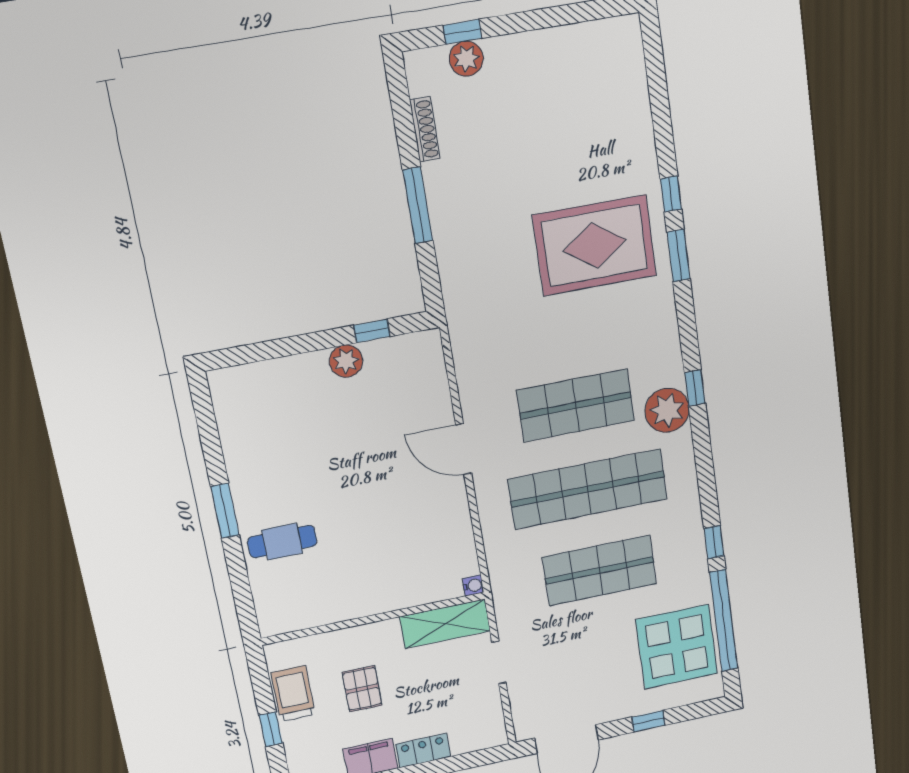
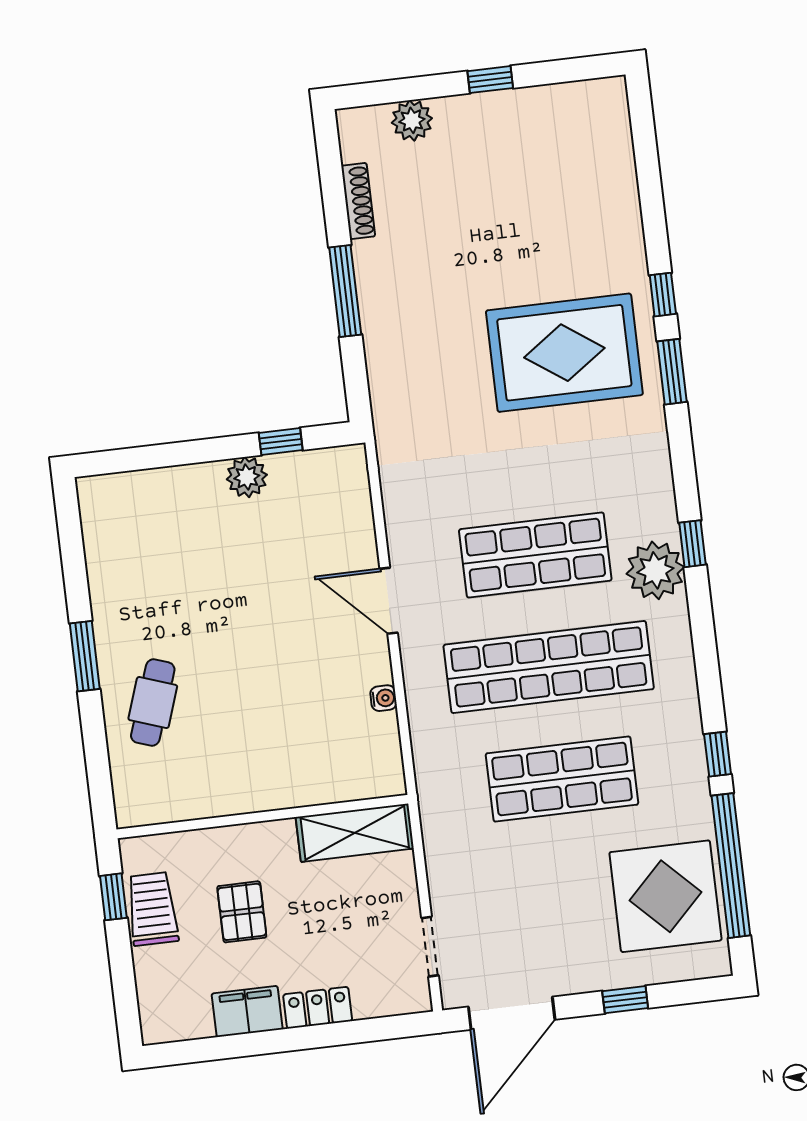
window: (462, 32) -> (490, 80), moved
cafe table: (282, 542) -> (153, 703), turned -71
water cooler: (473, 586) -> (383, 698), moved
doorway: (499, 663) -> (430, 947), moved
window: (271, 729) -> (113, 897), moved

